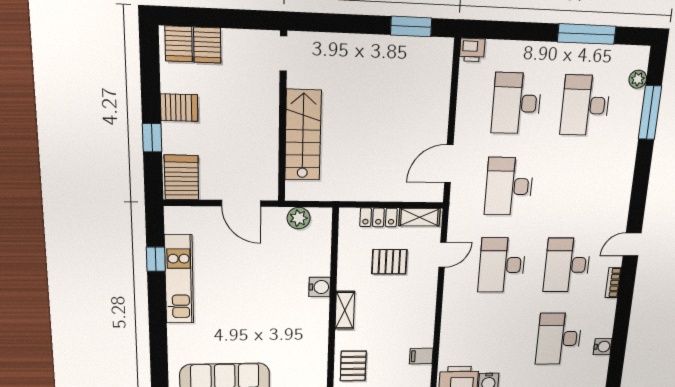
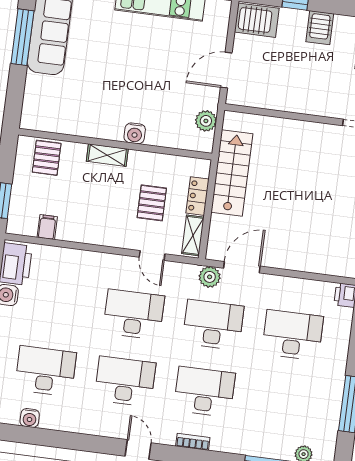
desk: (585, 105) -> (204, 392), moved
stairs: (303, 135) -> (232, 173), moved, turned -90
door: (449, 164) -> (242, 267), hinge flipped
plant: (461, 195) -> (210, 277), added
bookcase: (613, 282) -> (193, 442), moved
pallet: (353, 366) -> (47, 158), turned 90

